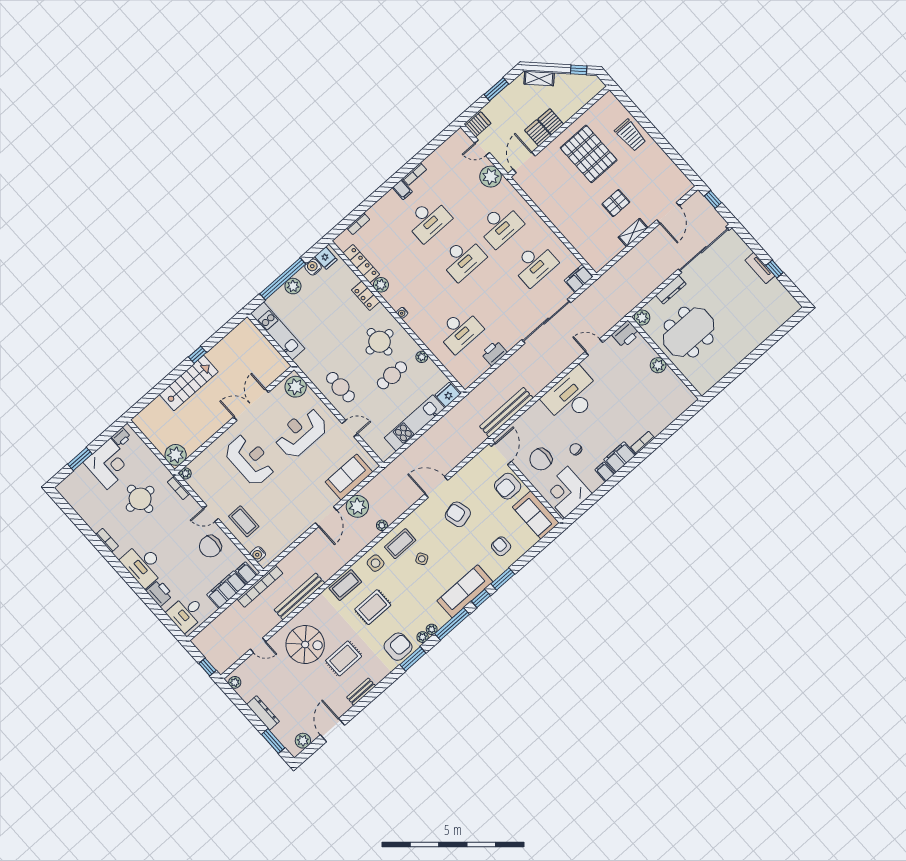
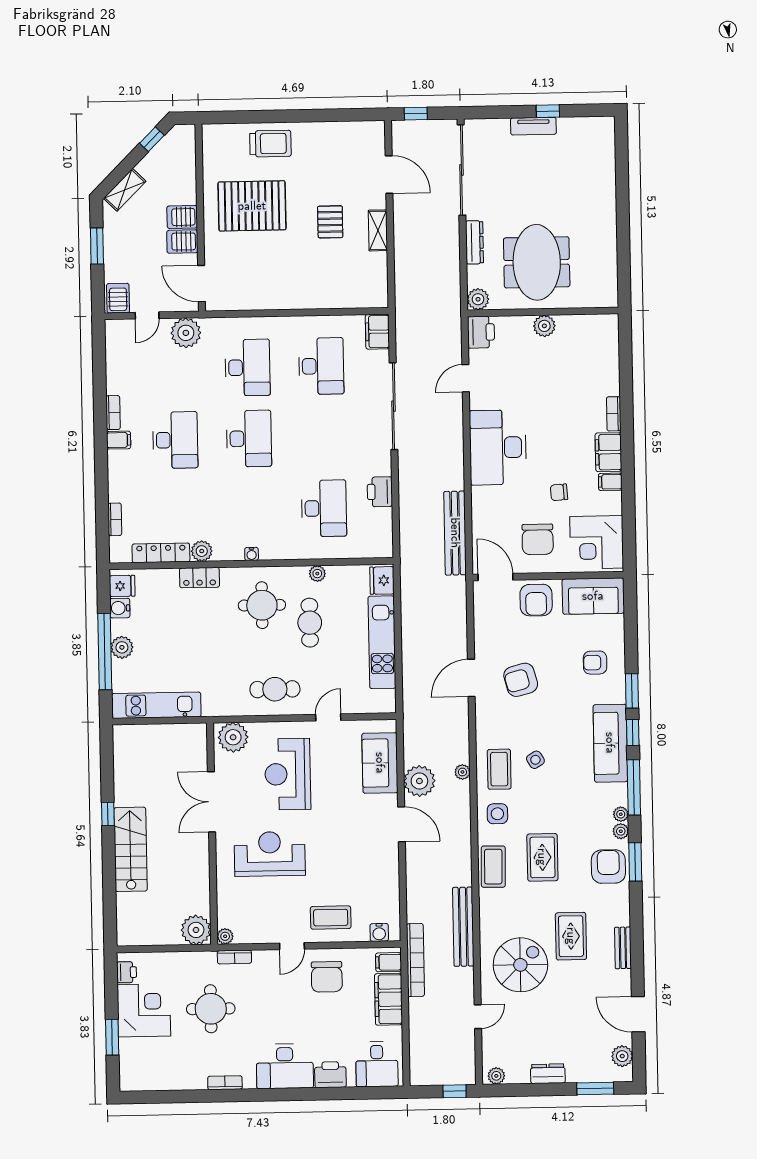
dresser: (263, 713) -> (548, 1074), width x0.70

